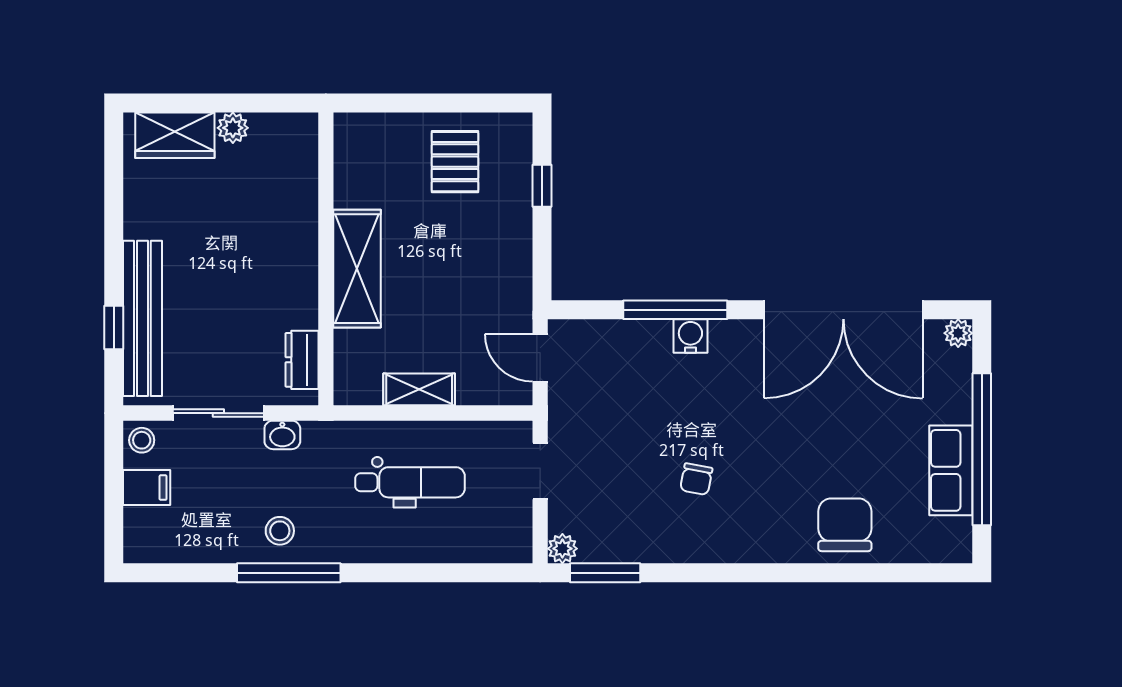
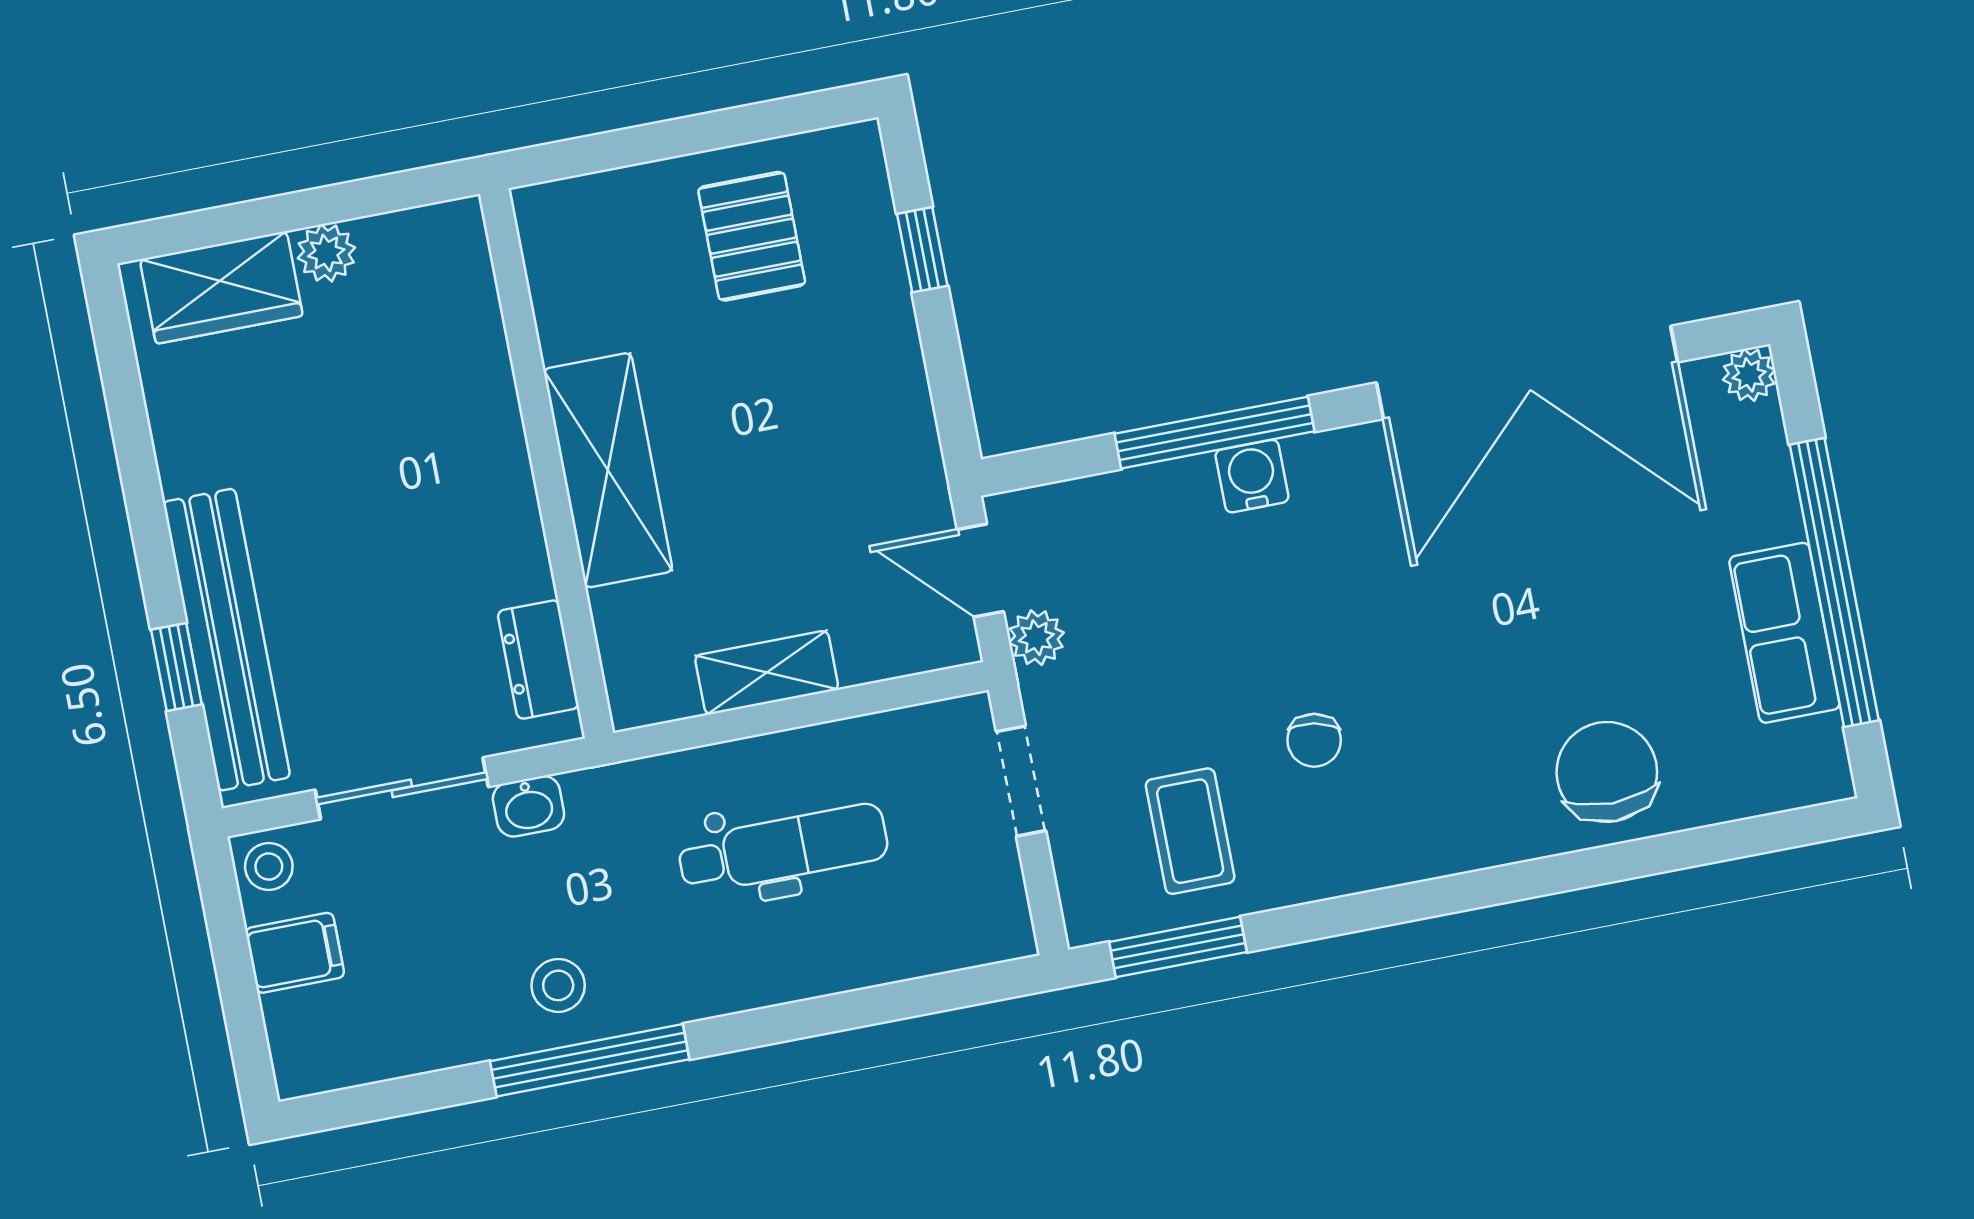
coffee table: (623, 514) -> (1190, 831), added
plant: (562, 549) -> (1036, 638), moved

